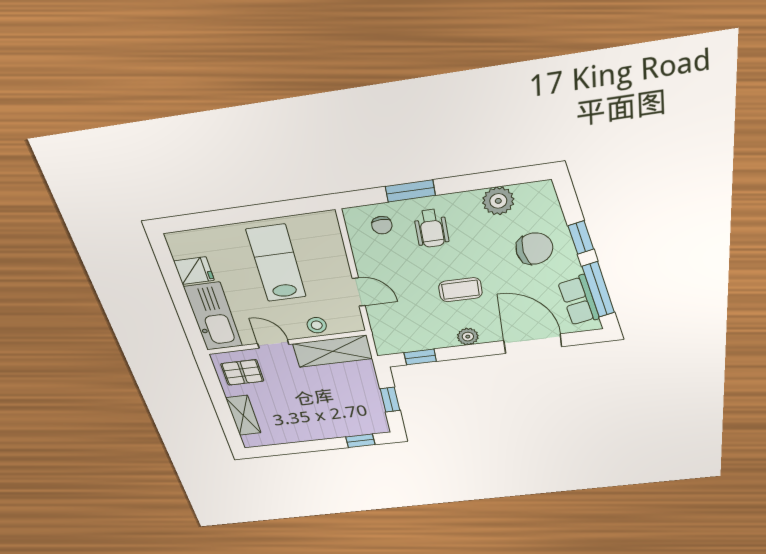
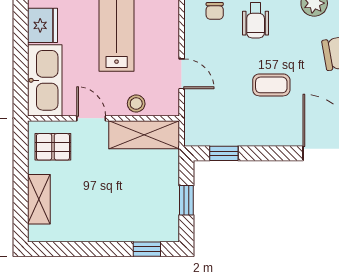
fridge: (194, 271) -> (43, 25), width x1.38
plant: (468, 337) -> (271, 137), removed

